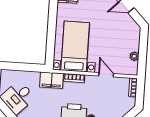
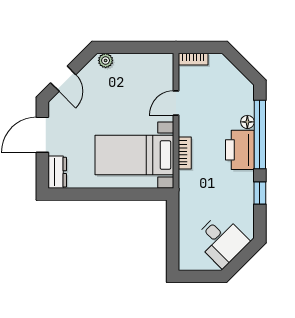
plant: (134, 56) -> (106, 60), moved
filing cabinet: (52, 80) -> (190, 189), removed

